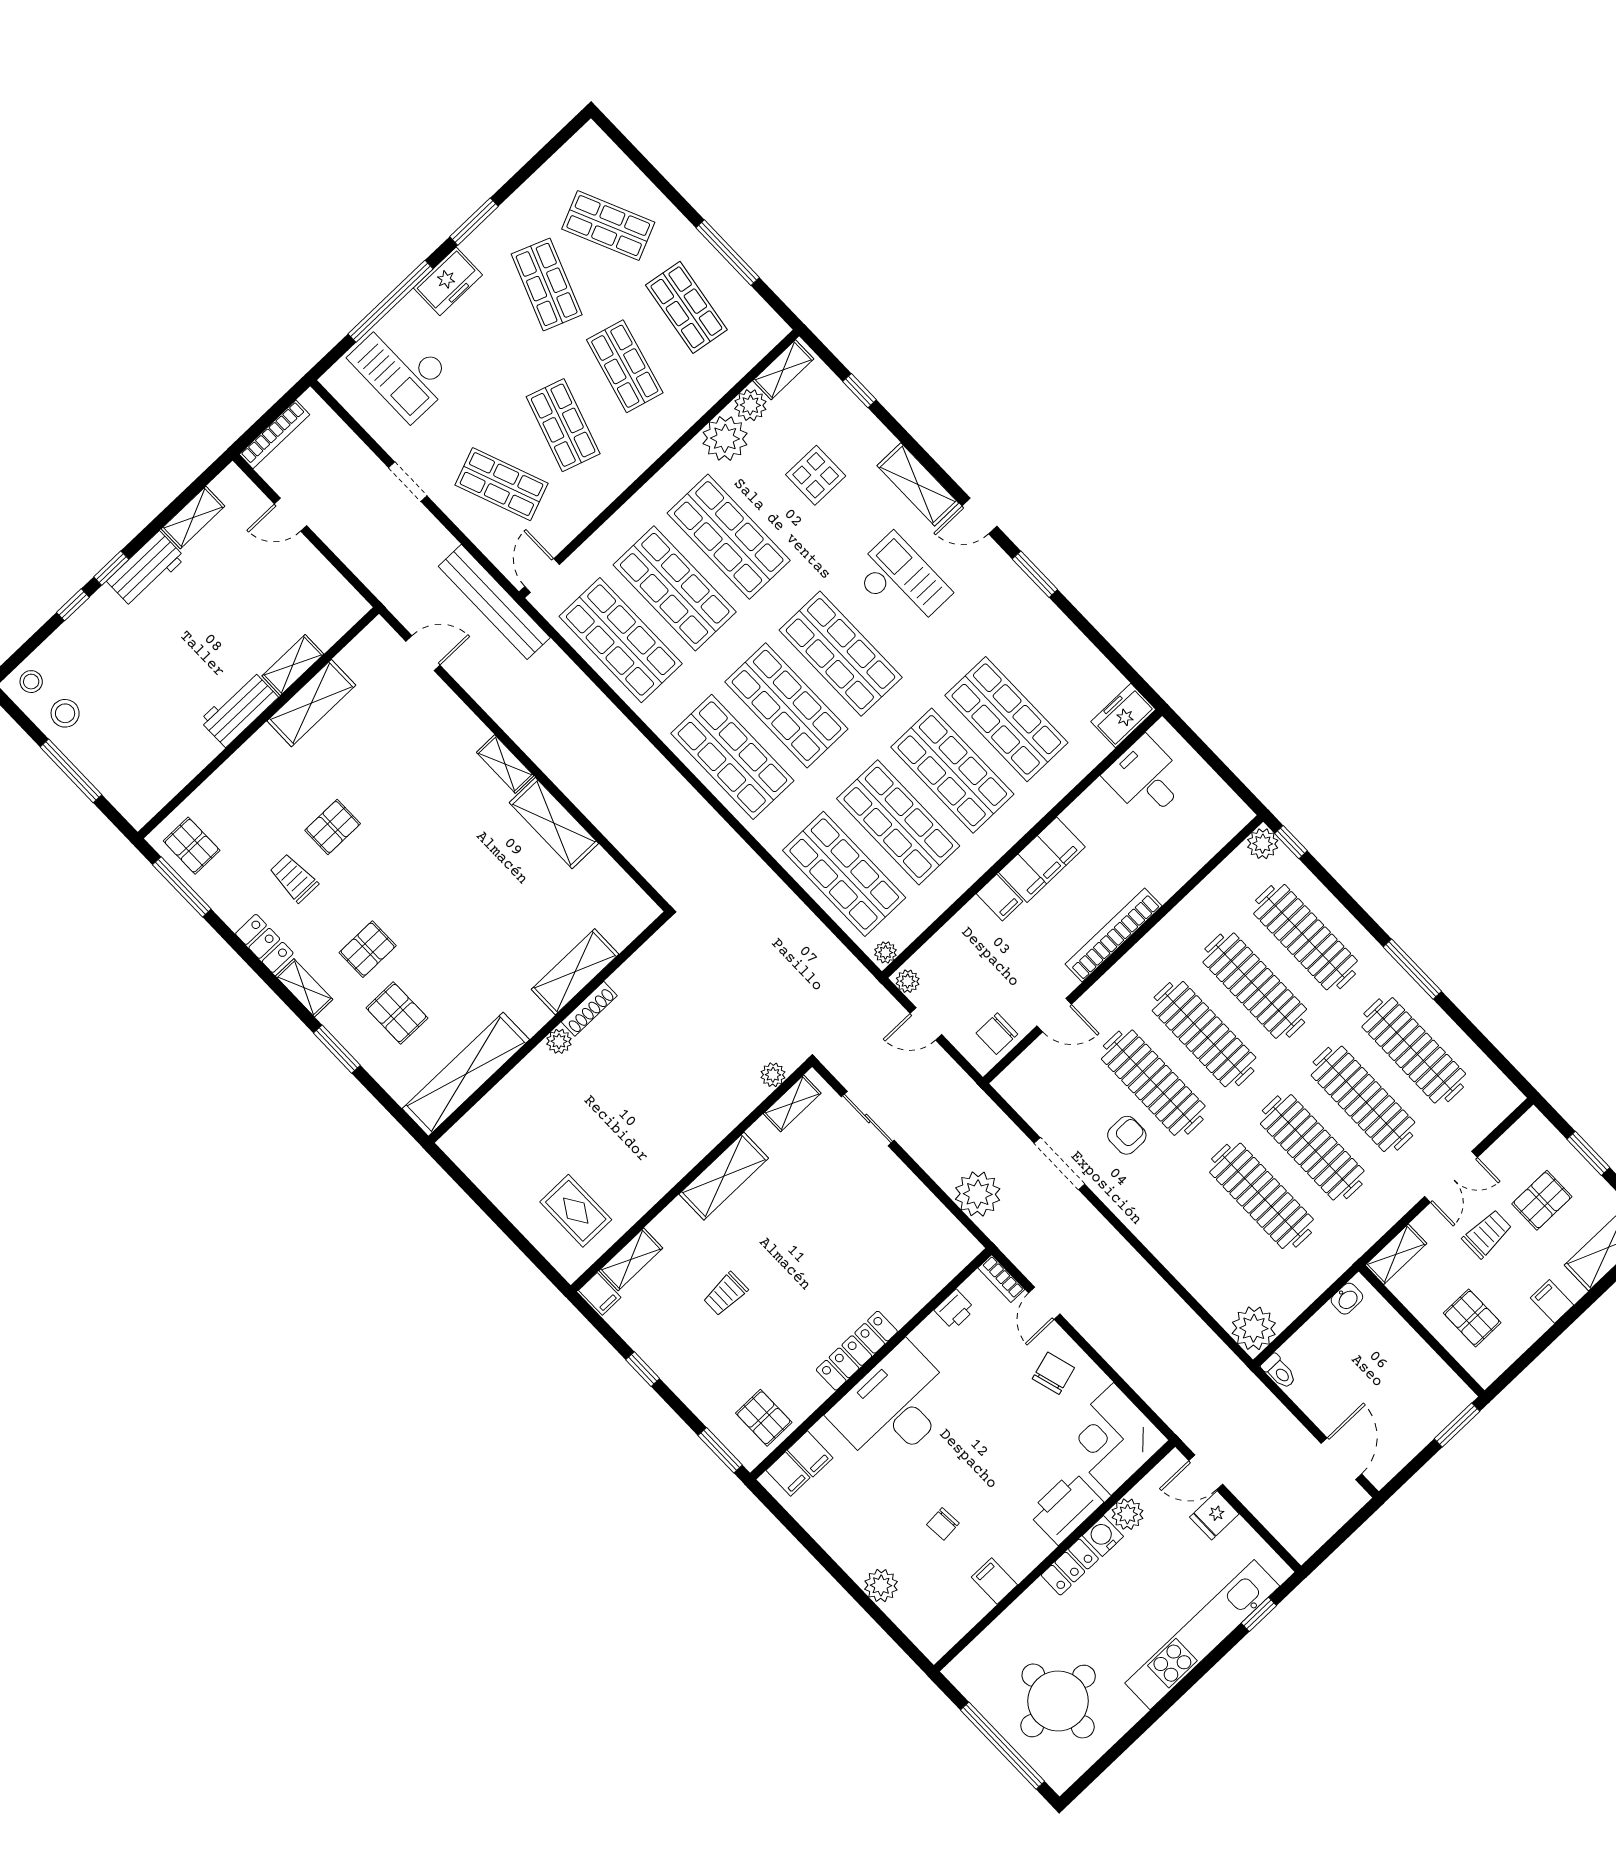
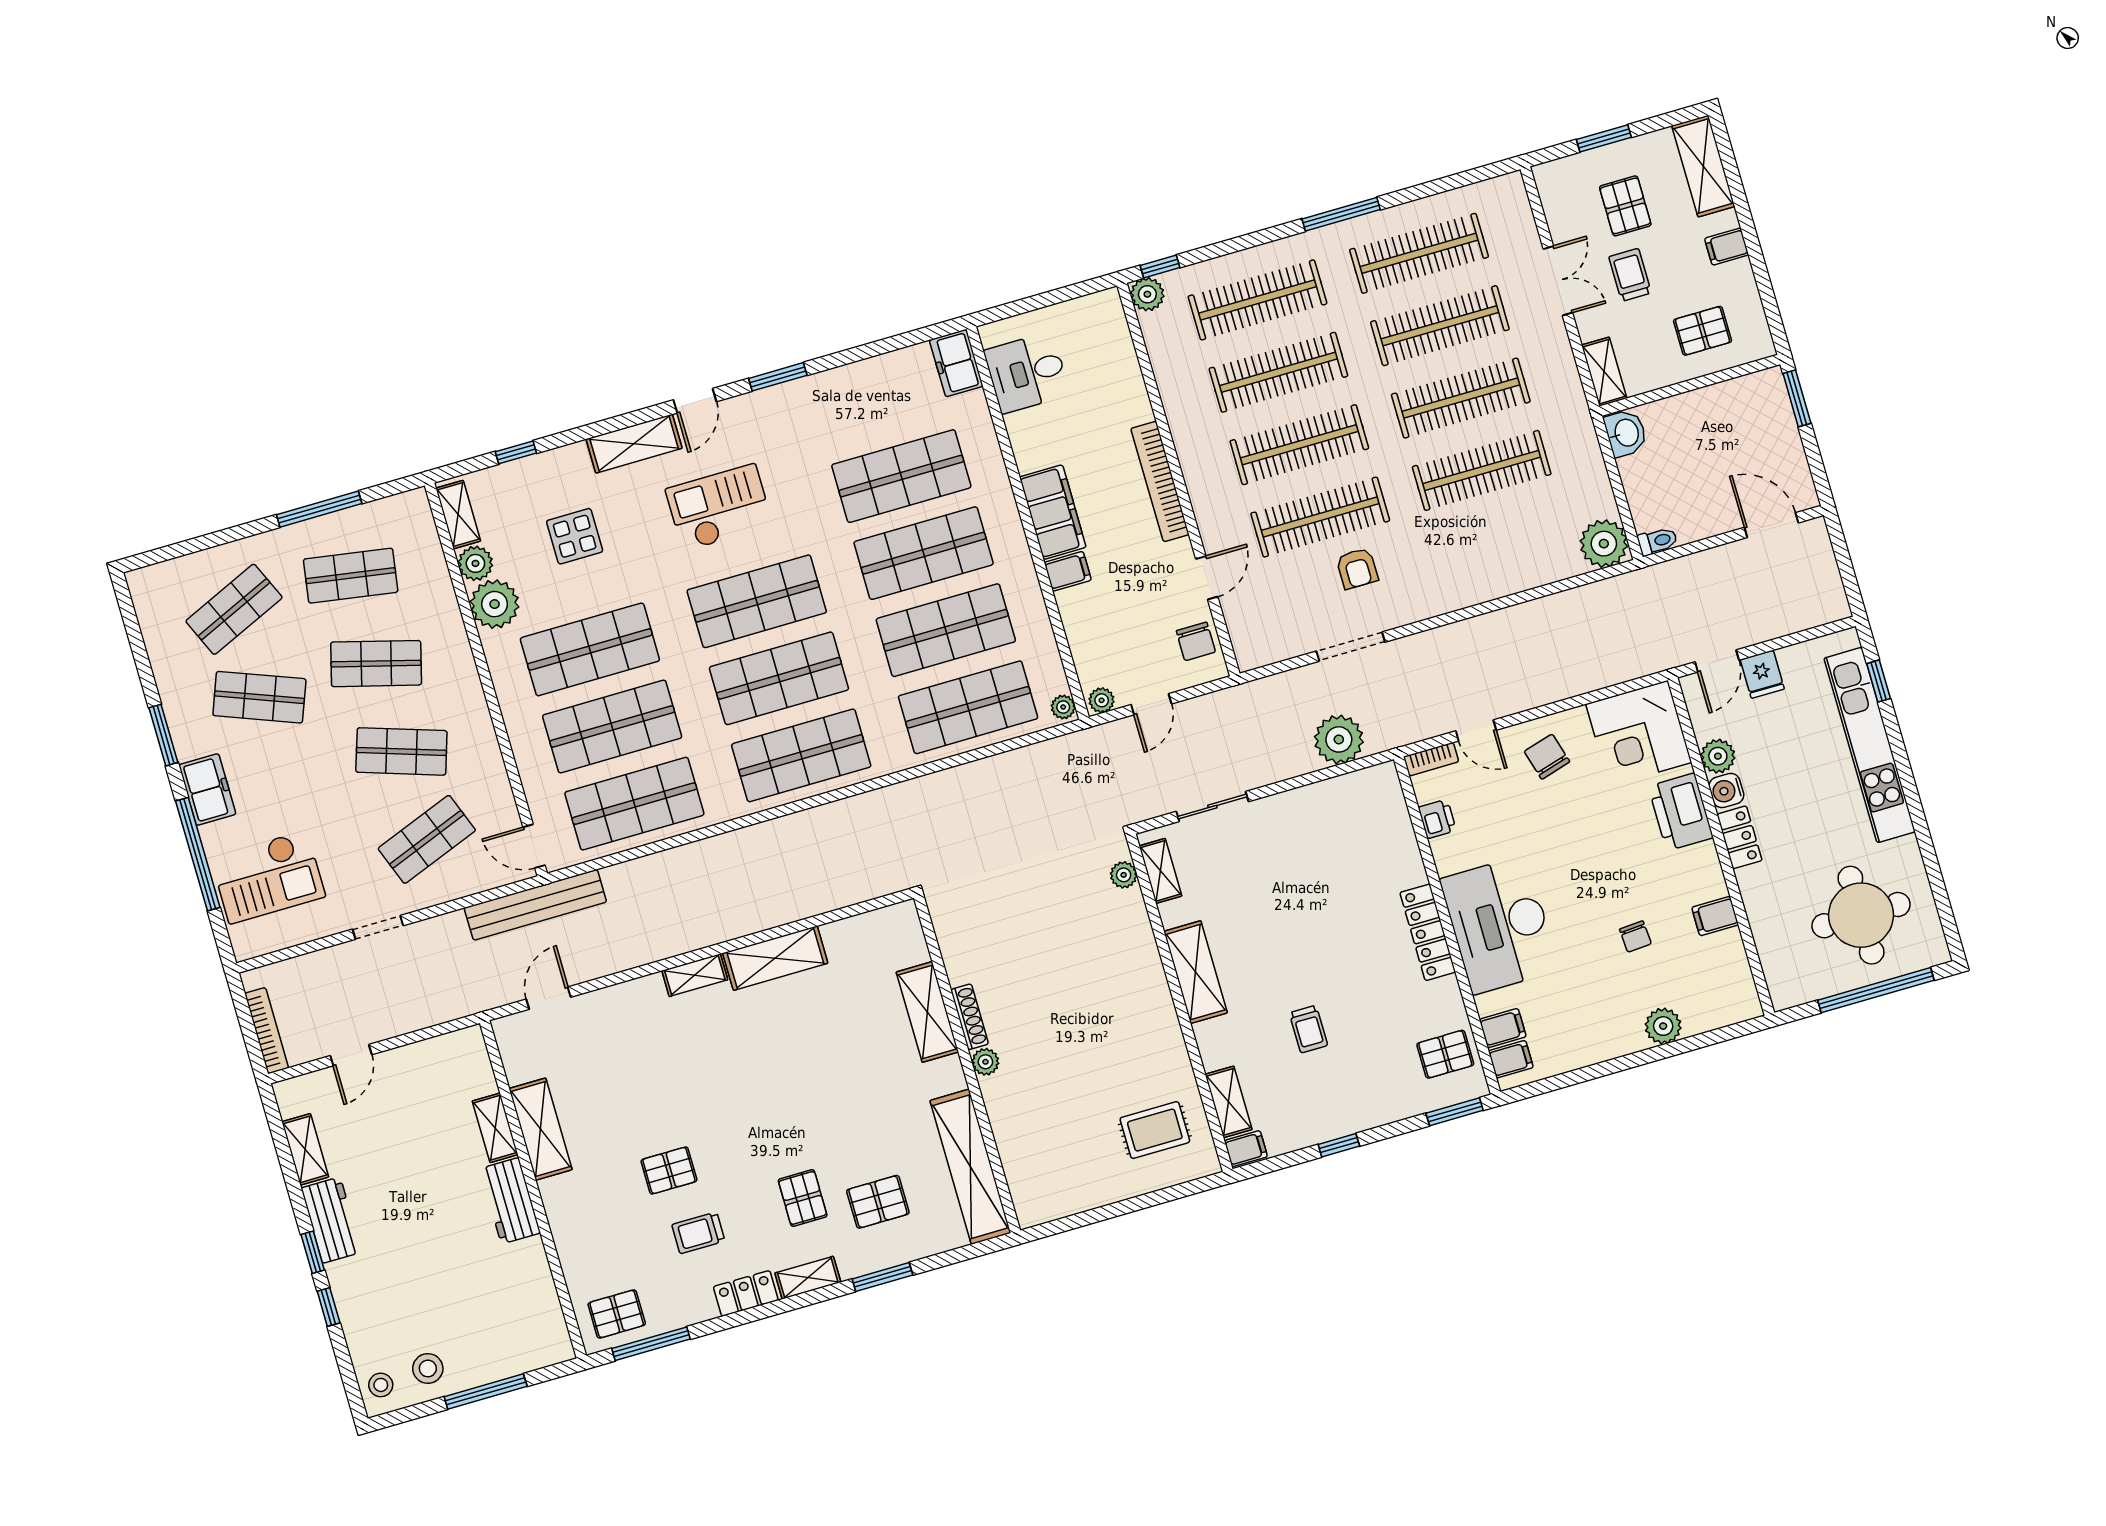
pallet: (333, 827) -> (669, 1170), turned 90
armchair: (1127, 1135) -> (1357, 568), turned 180
washbasin: (1347, 1299) -> (1626, 433), width x1.38, depth x1.45

